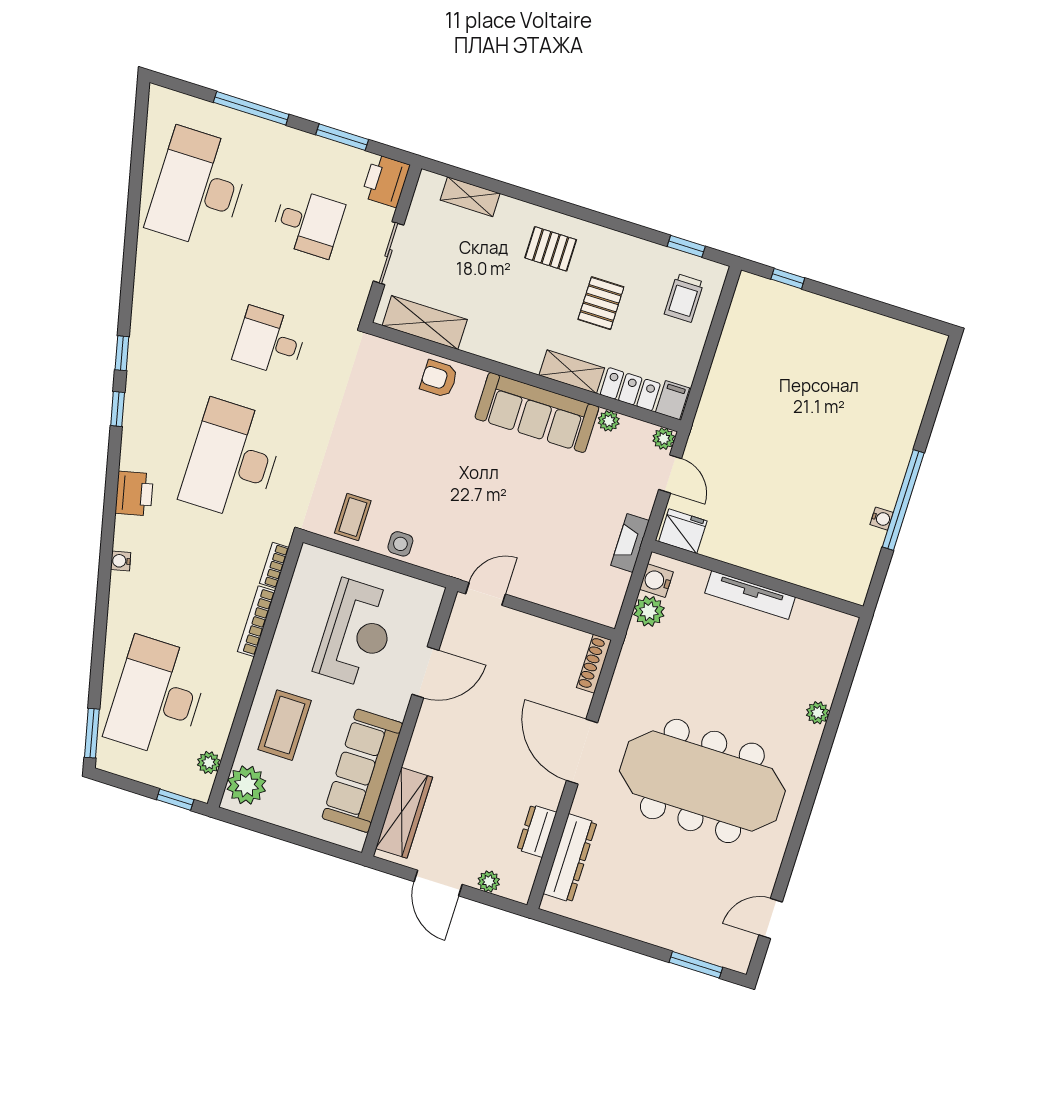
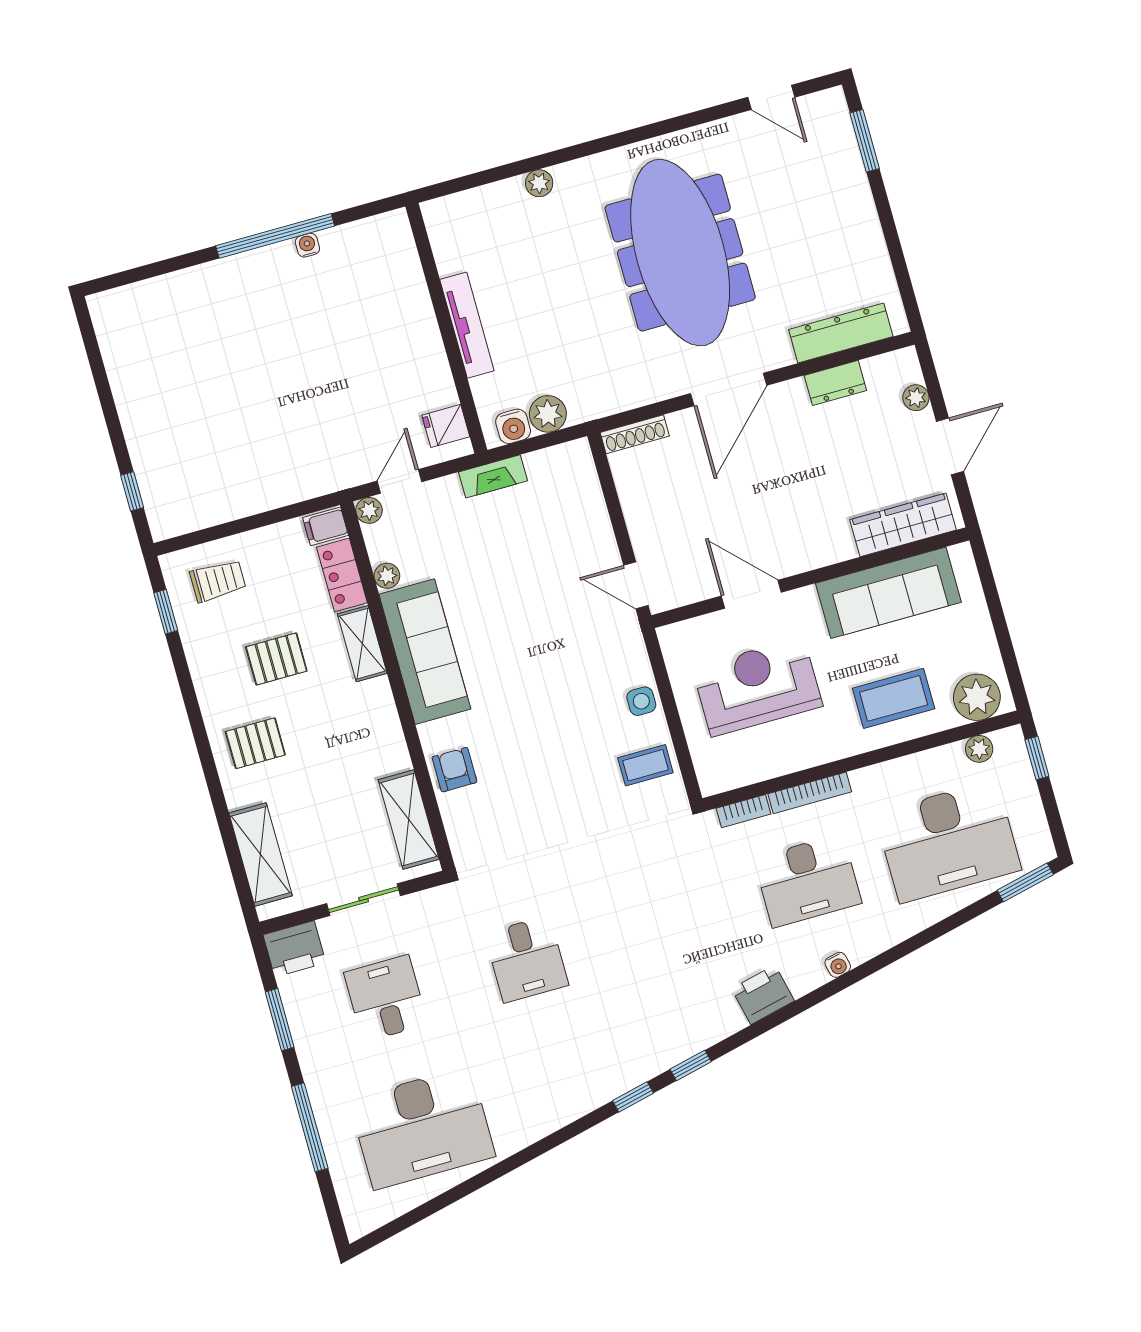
shelving: (470, 197) -> (261, 854), width x1.50, depth x1.33
pallet: (551, 249) -> (255, 743), turned 90
armchair: (439, 379) -> (454, 770), turned 180
desk: (232, 460) -> (808, 881), moved, width x0.73, depth x0.77
fridge: (683, 531) -> (446, 426), width x0.72

